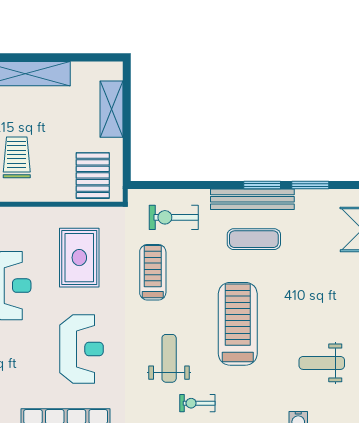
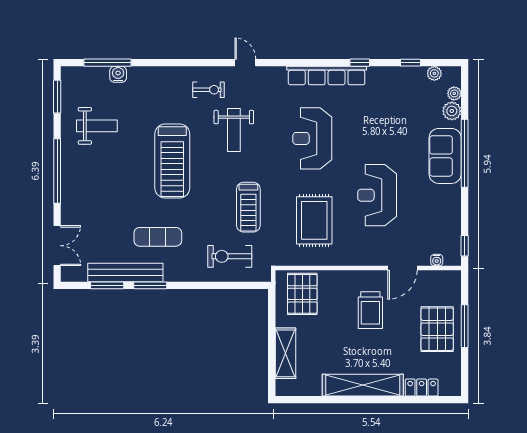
bench: (252, 199) -> (125, 273), moved
exercise bike: (174, 217) -> (230, 256), turned 180

